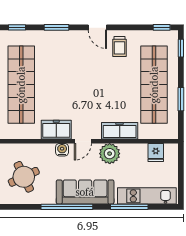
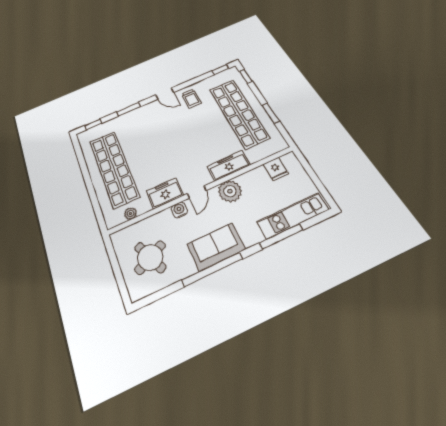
plant: (21, 134) -> (131, 214), added
sofa: (85, 192) -> (216, 247), width x0.73

